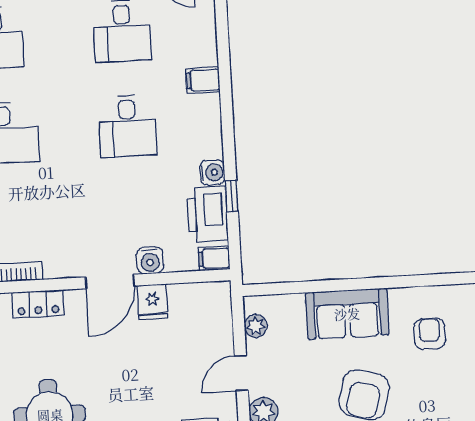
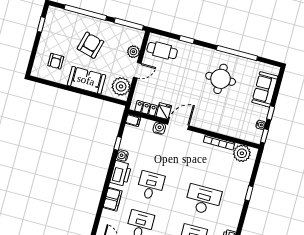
filing cabinet: (203, 80) -> (112, 199), width x2.00
printer: (207, 214) -> (121, 173), moved
locker: (38, 304) -> (146, 108), moved
plant: (256, 326) -> (121, 86), width x1.88, depth x1.88

